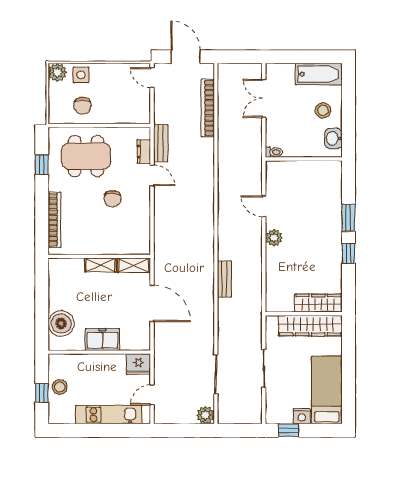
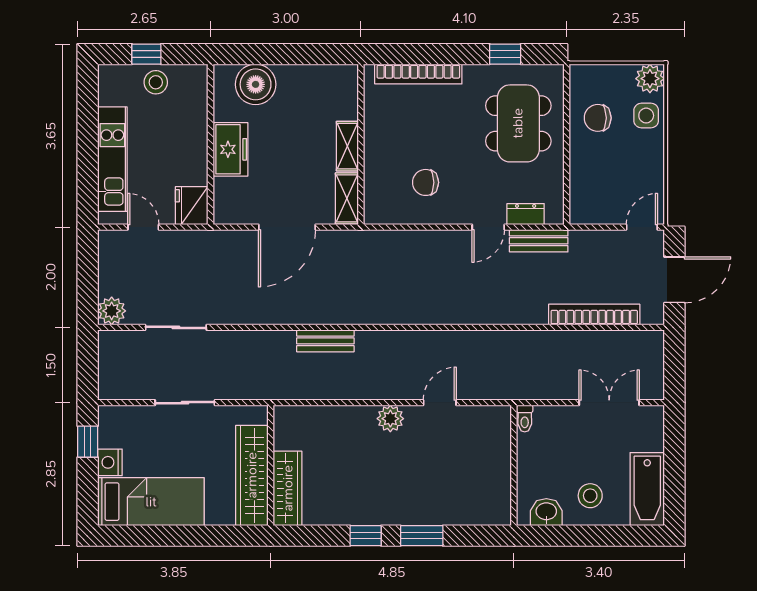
chair: (112, 199) -> (426, 182), moved

